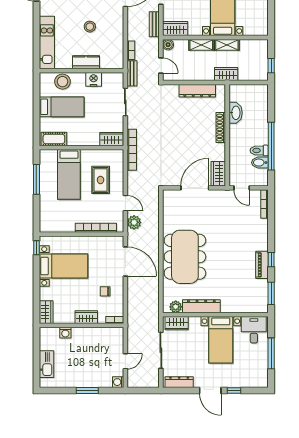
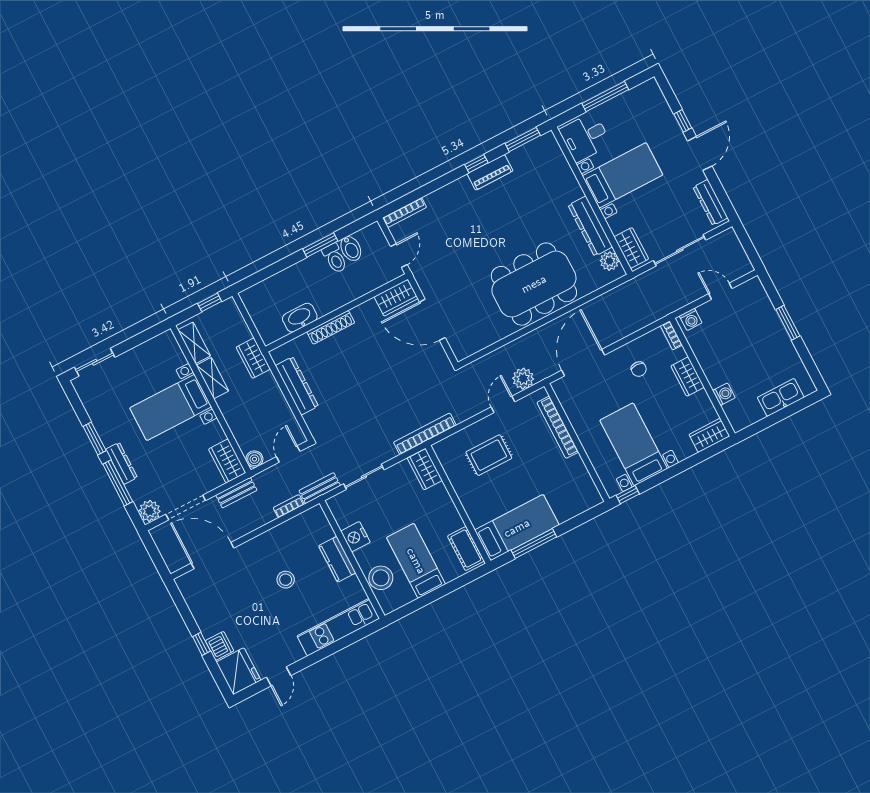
shelving: (201, 45) -> (194, 343), moved
window: (271, 146) -> (320, 245), width x0.47
bed: (69, 174) -> (517, 528), moved
washing machine: (118, 382) -> (691, 319), moved

